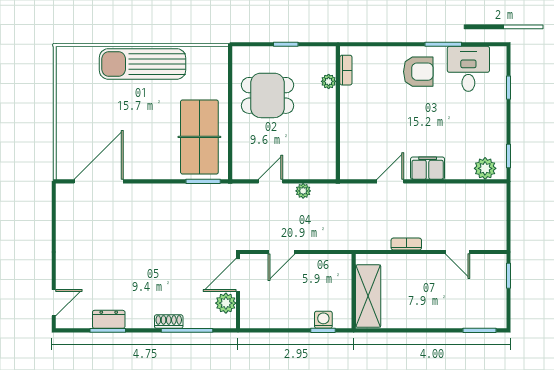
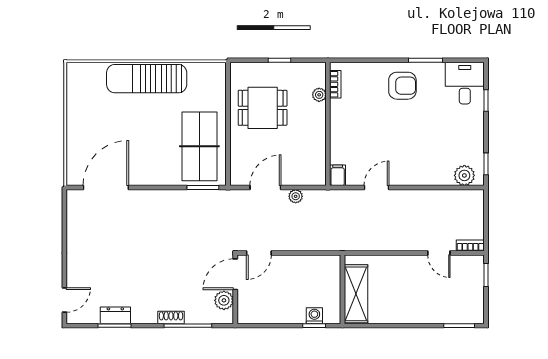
desk: (468, 69) -> (465, 83), moved
filing cabinet: (428, 168) -> (338, 175), moved, width x0.50
door: (271, 181) -> (265, 188), width x1.38
bookcase: (406, 244) -> (470, 246), moved
door: (281, 252) -> (259, 253), moved

